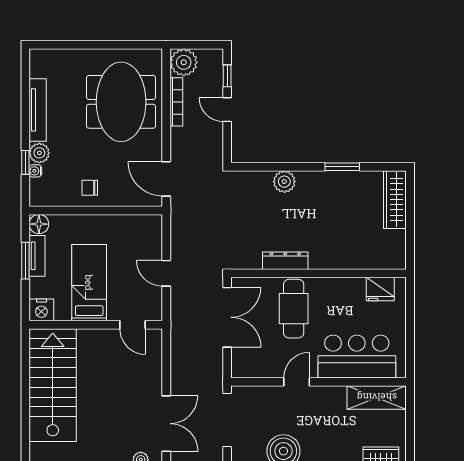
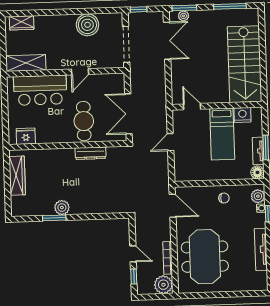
plant: (39, 153) -> (258, 196), moved
plant: (284, 182) -> (62, 208), moved
wardrobe: (395, 200) -> (17, 176), moved
door: (166, 273) -> (170, 142), swing flipped
nightstand: (41, 310) -> (242, 115), moved
double door: (166, 424) -> (167, 41), swing flipped

